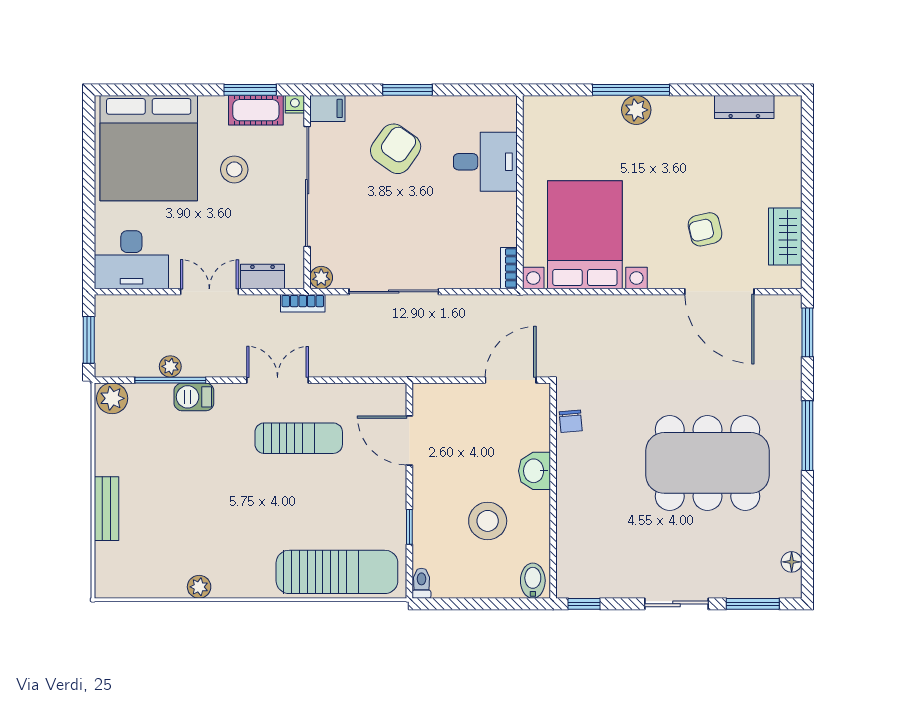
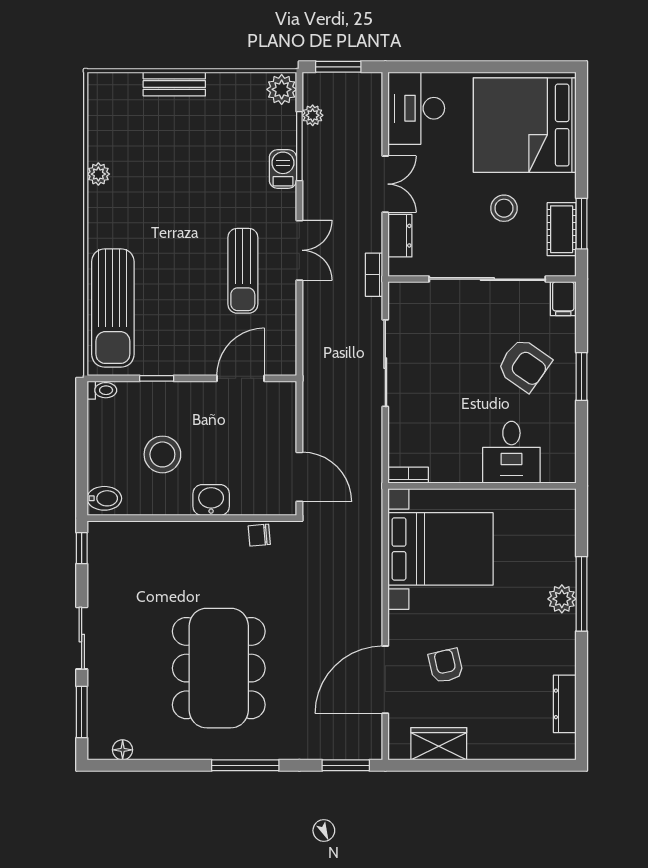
nightstand: (295, 104) -> (567, 267), removed
plant: (321, 278) -> (399, 293), removed
plant: (170, 366) -> (313, 115), moved

